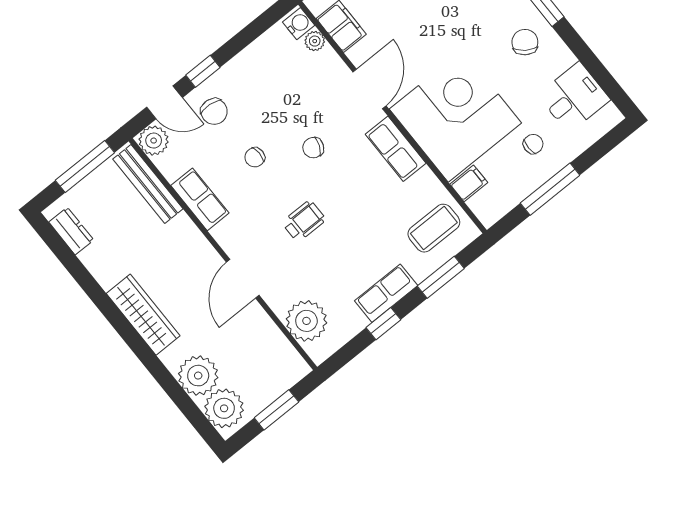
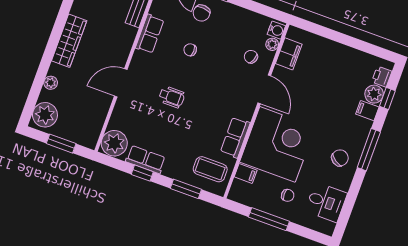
door: (369, 89) -> (264, 89), hinge flipped
chair: (313, 148) -> (251, 57), moved
row of seats: (396, 149) -> (235, 137), moved
row of seats: (386, 293) -> (146, 160), moved
plant: (306, 321) -> (114, 143), moved
plant: (198, 376) -> (51, 83), width x0.53, depth x0.53

